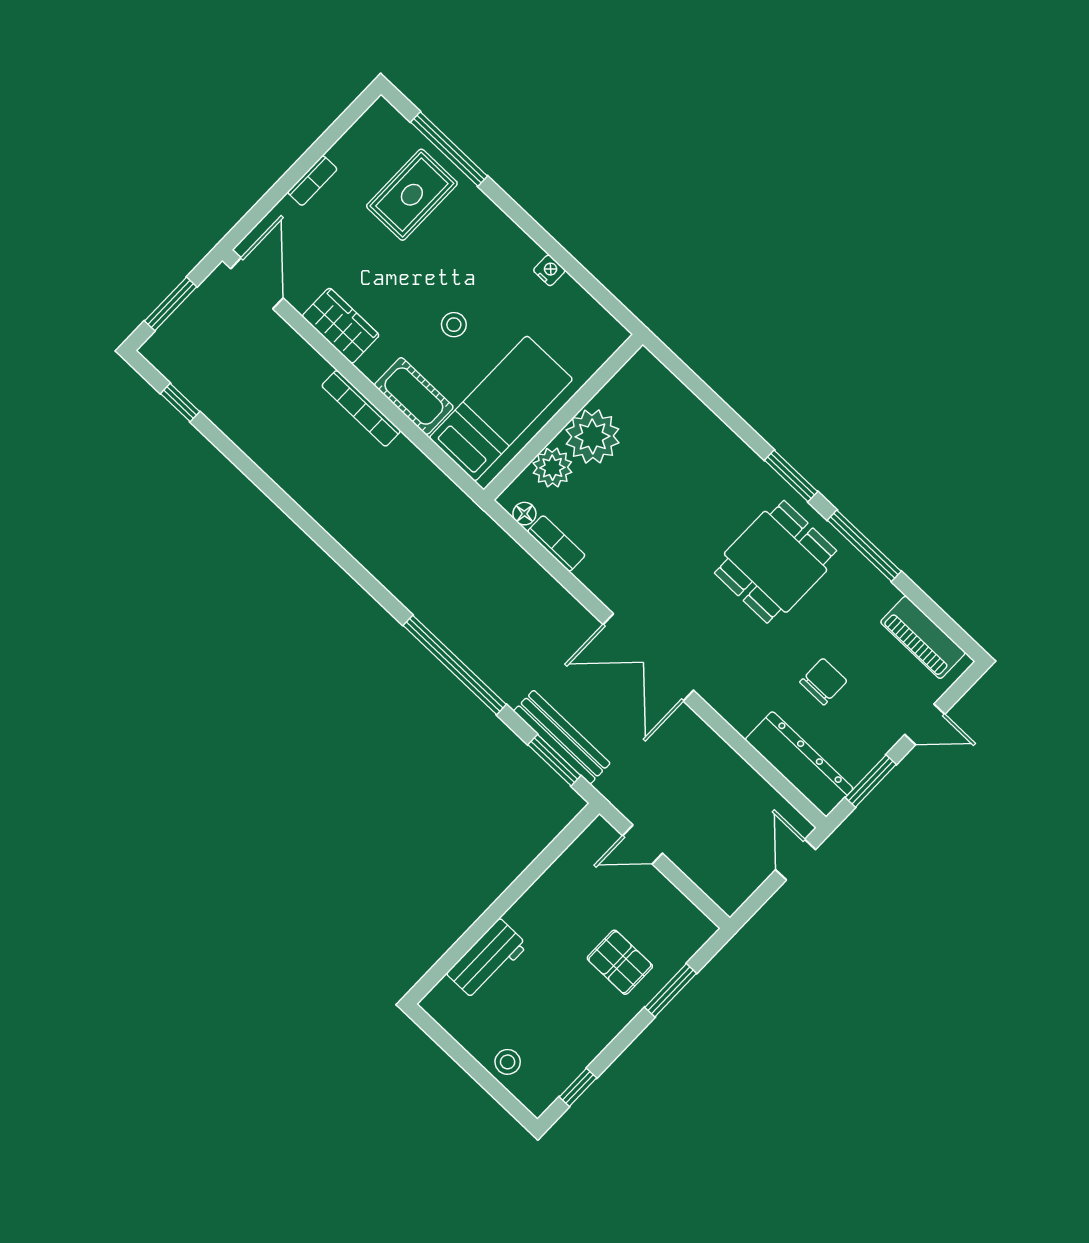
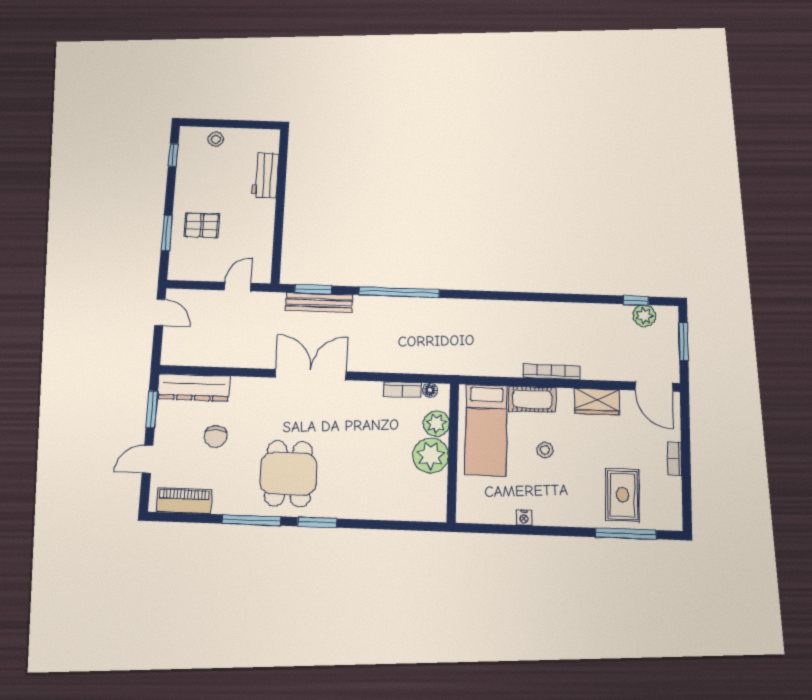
plant: (188, 375) -> (644, 316), added
door: (796, 860) -> (160, 312), moved

